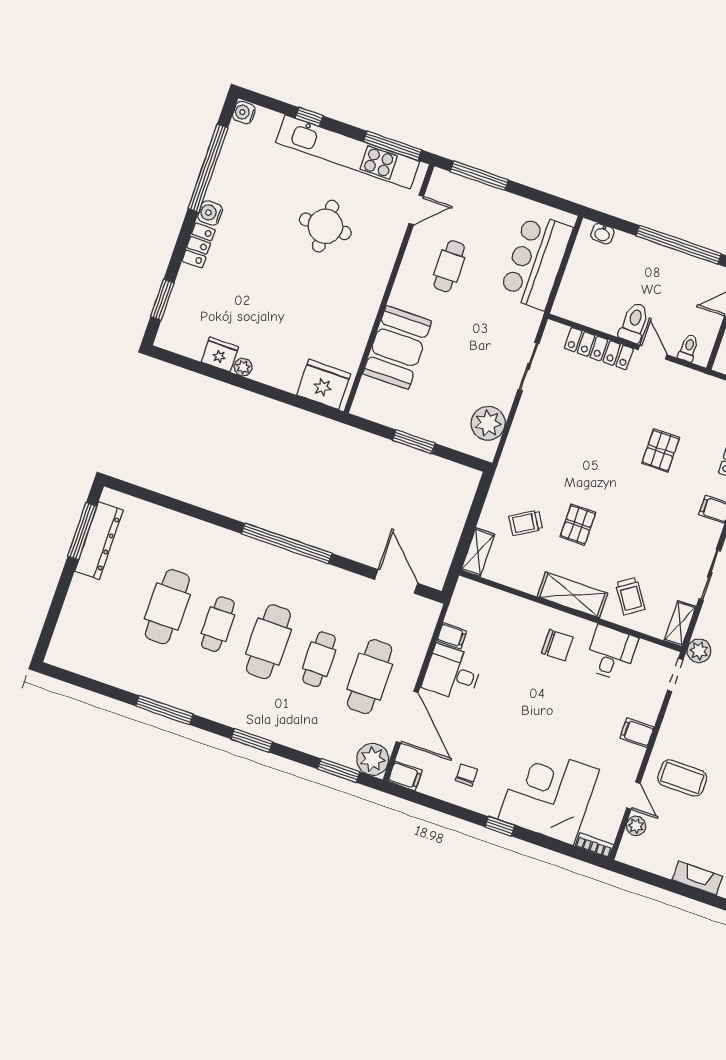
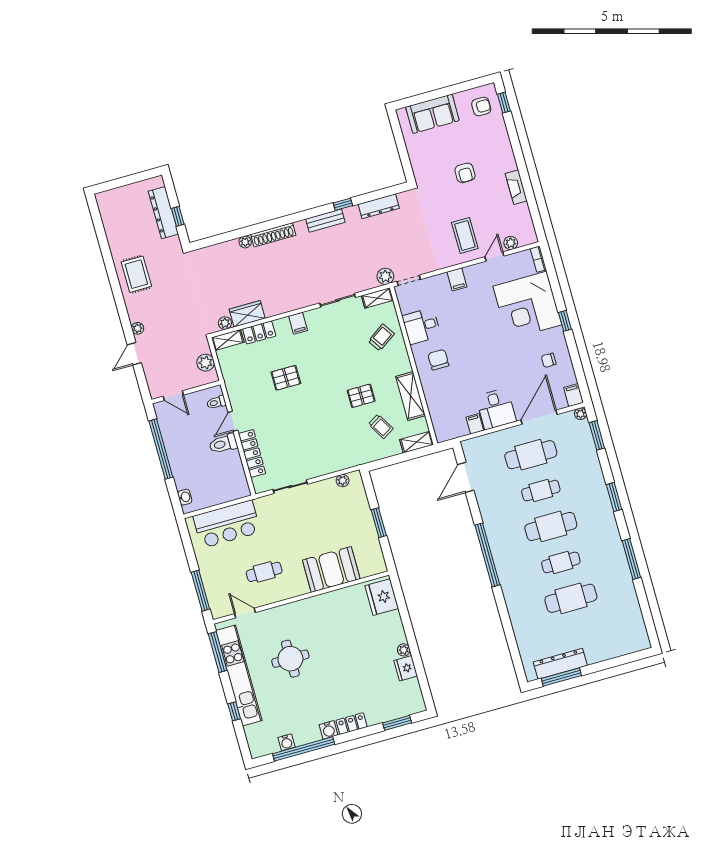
water cooler: (244, 113) -> (286, 742), moved
plant: (488, 423) -> (343, 481), width x0.53, depth x0.53
shelving: (572, 595) -> (411, 396), moved
plant: (373, 759) -> (580, 414), width x0.53, depth x0.53

